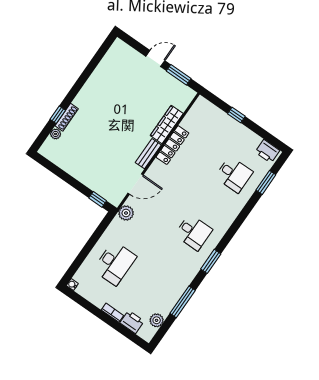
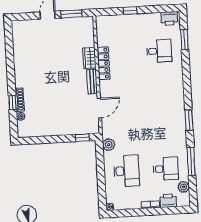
wardrobe: (167, 124) -> (89, 58), width x0.67
plant: (126, 213) -> (109, 145), moved
desk: (194, 232) -> (166, 169), moved

